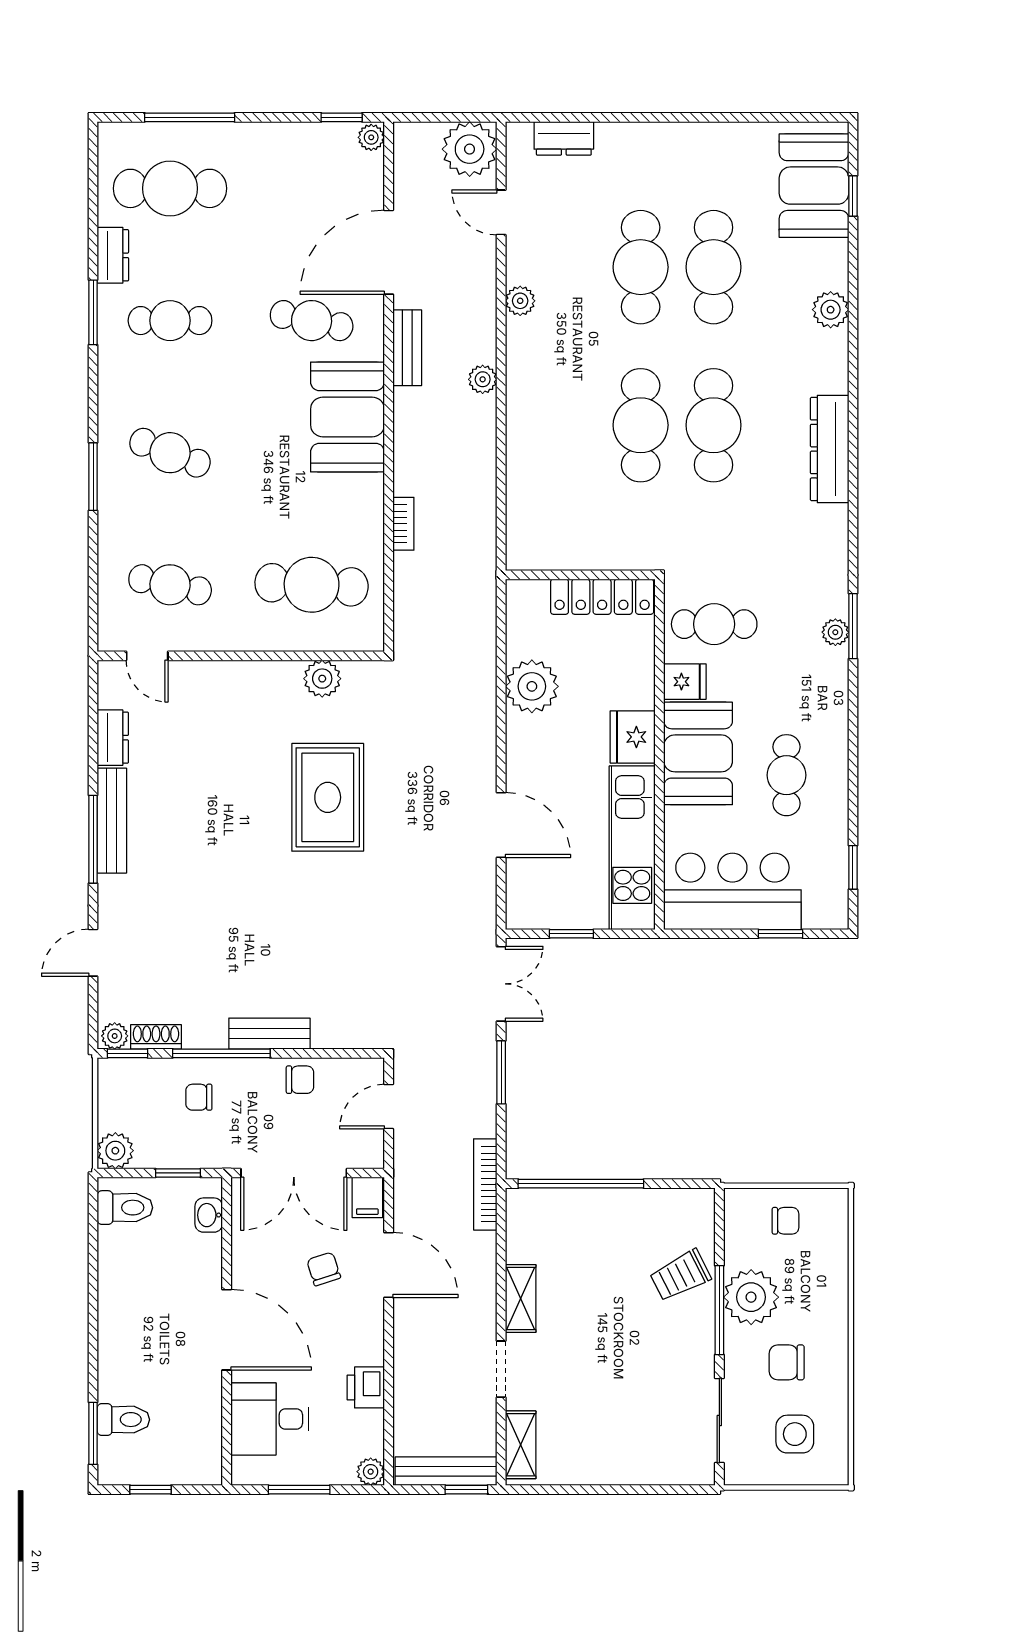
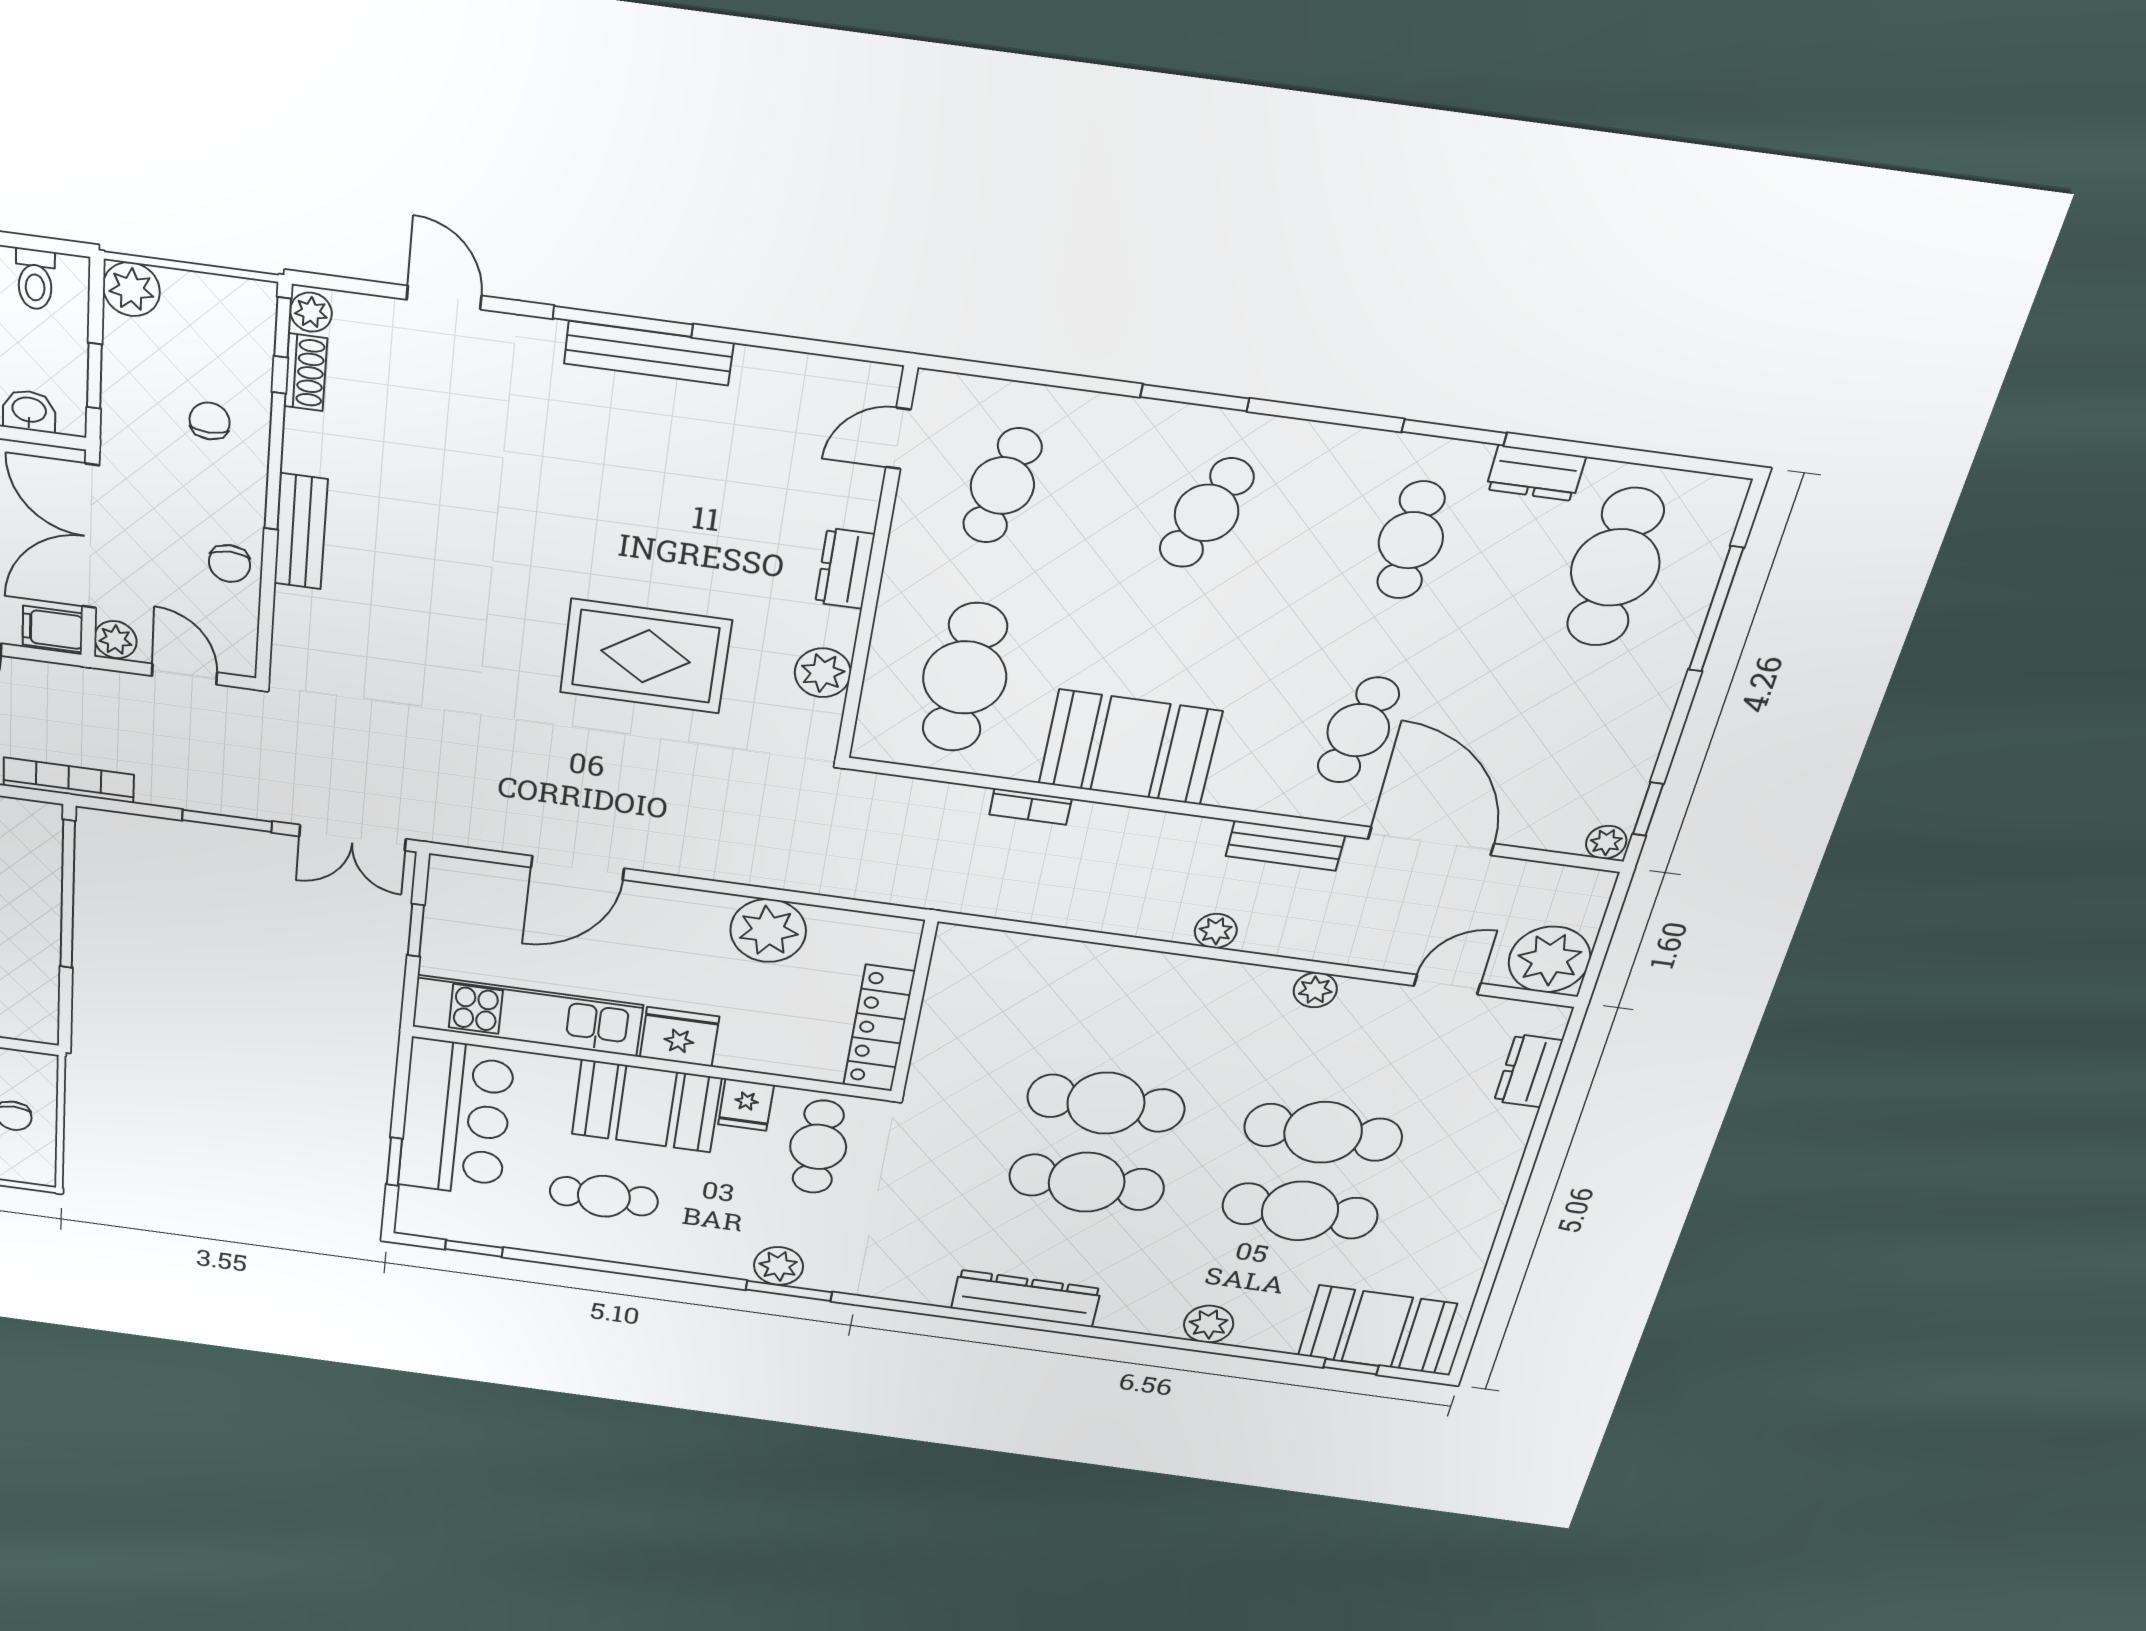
booth: (347, 417) -> (1130, 747), moved
plant: (835, 632) -> (779, 1266), width x1.38, depth x1.38
dresser: (113, 738) -> (845, 569), moved, turned 90
plant: (369, 1154) -> (115, 640), added
toilet: (125, 1208) -> (35, 279), width x0.73, depth x0.72

